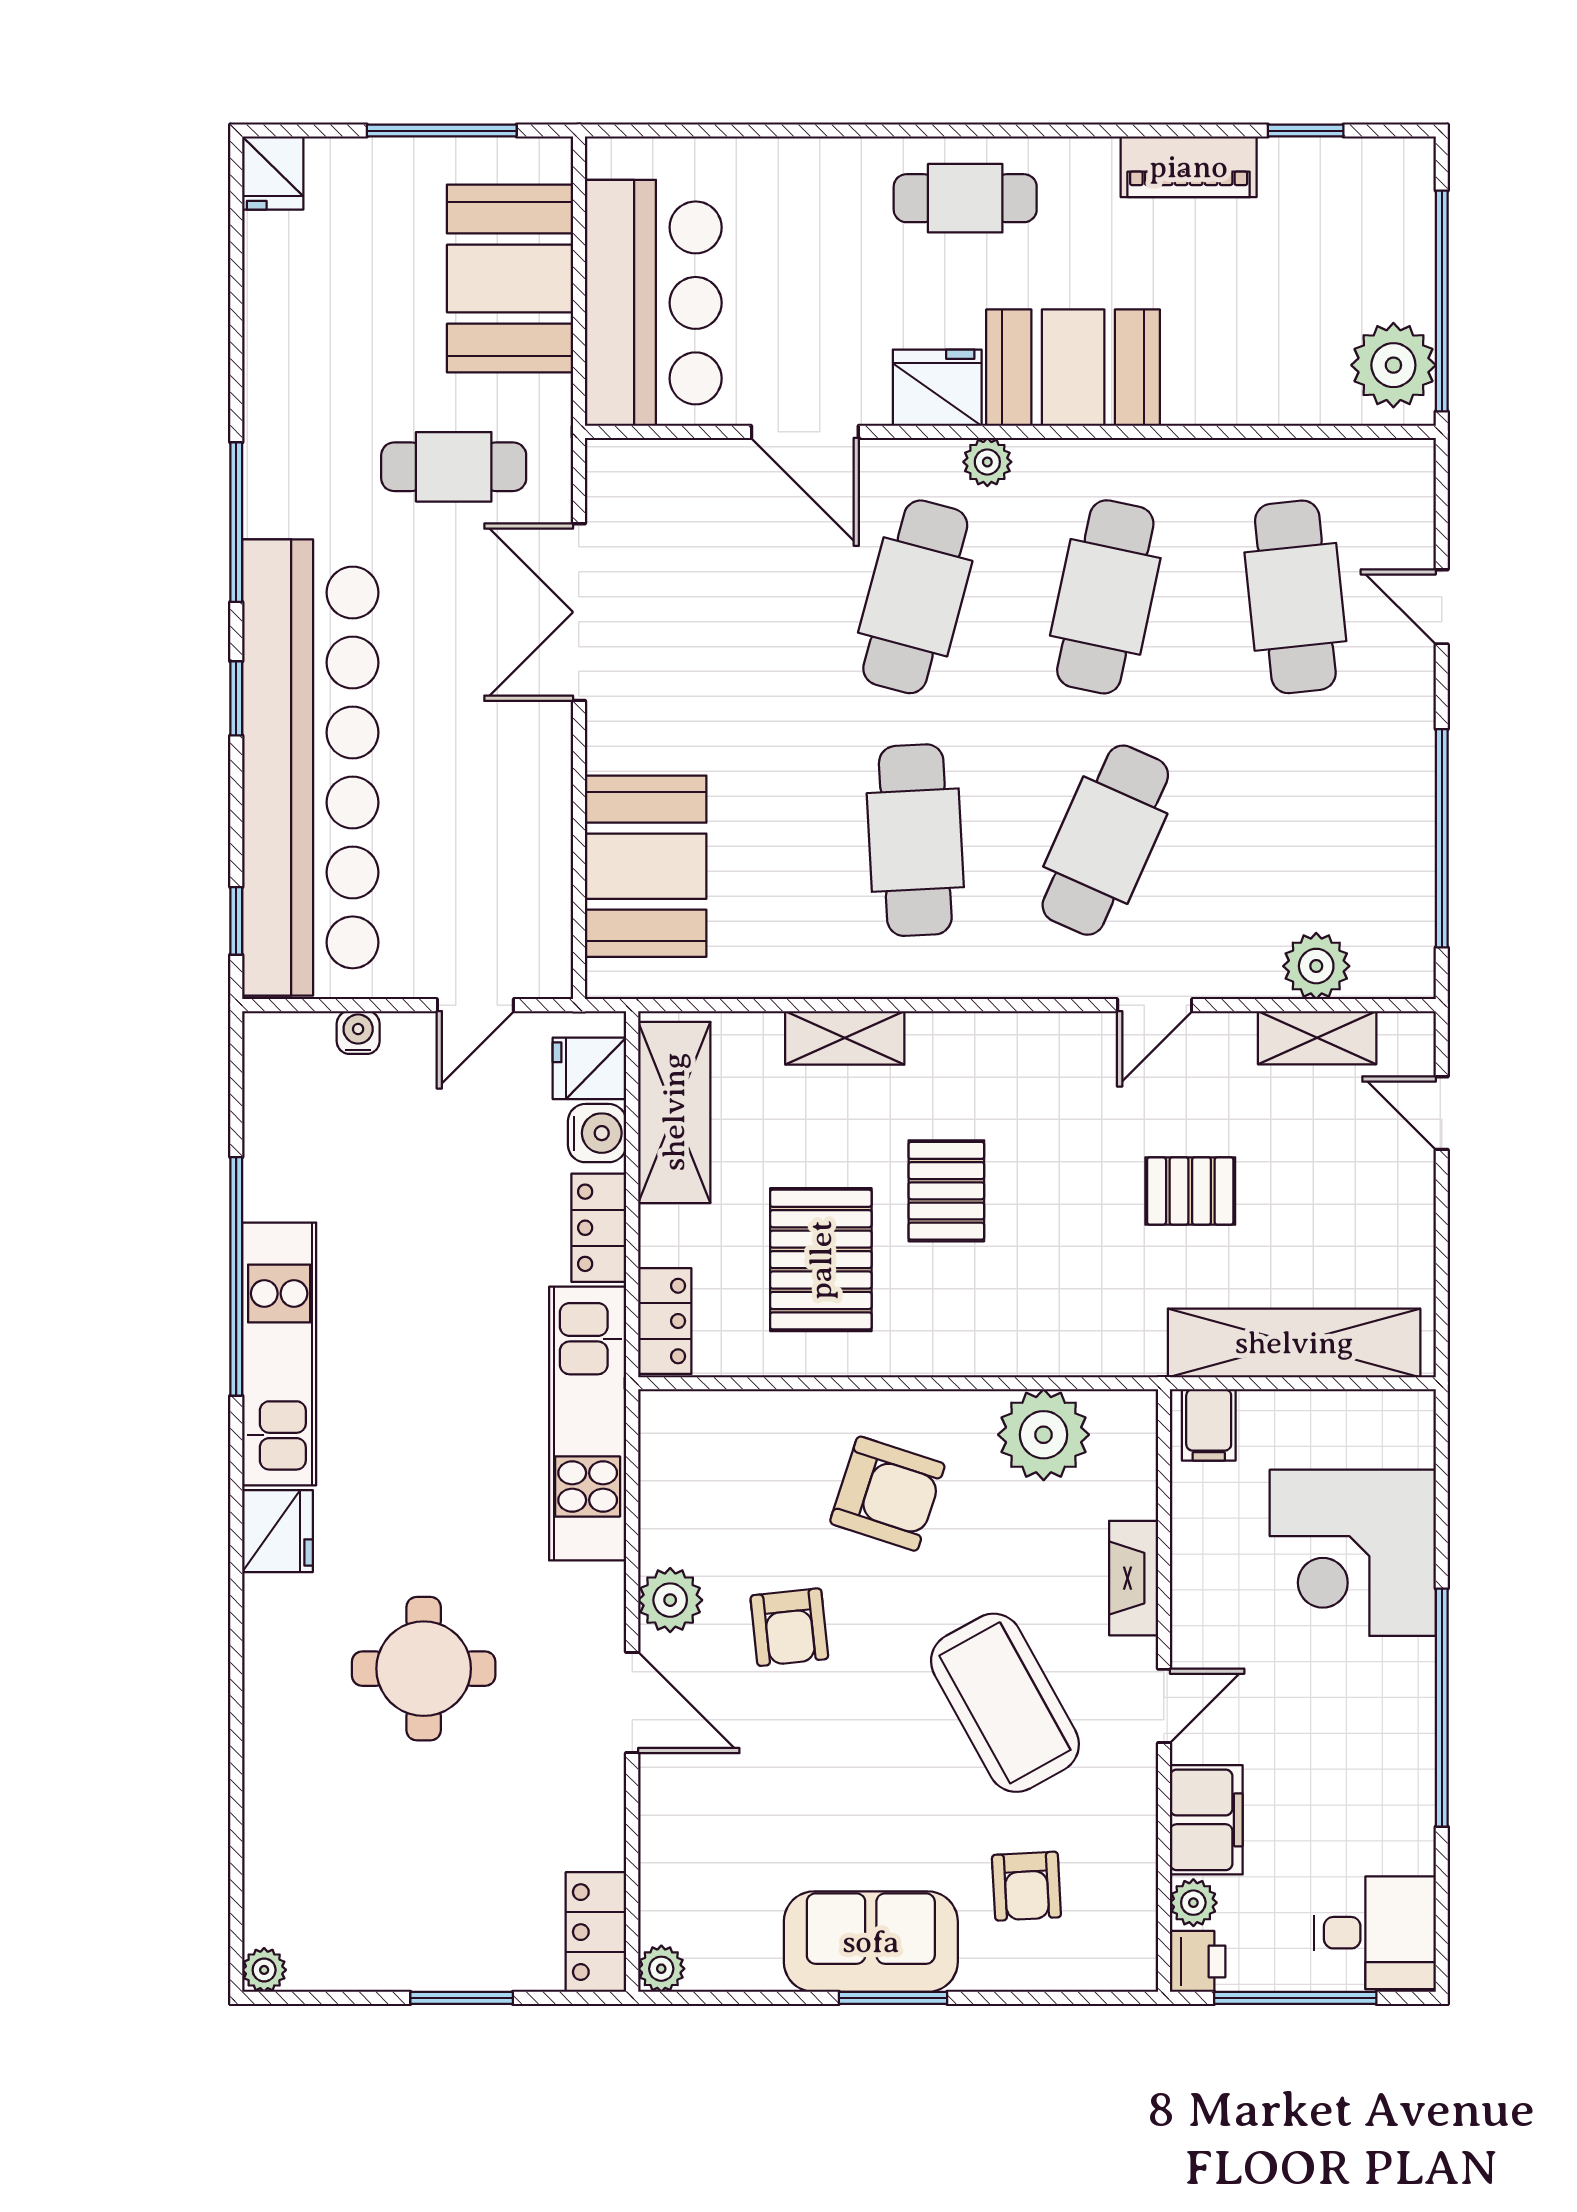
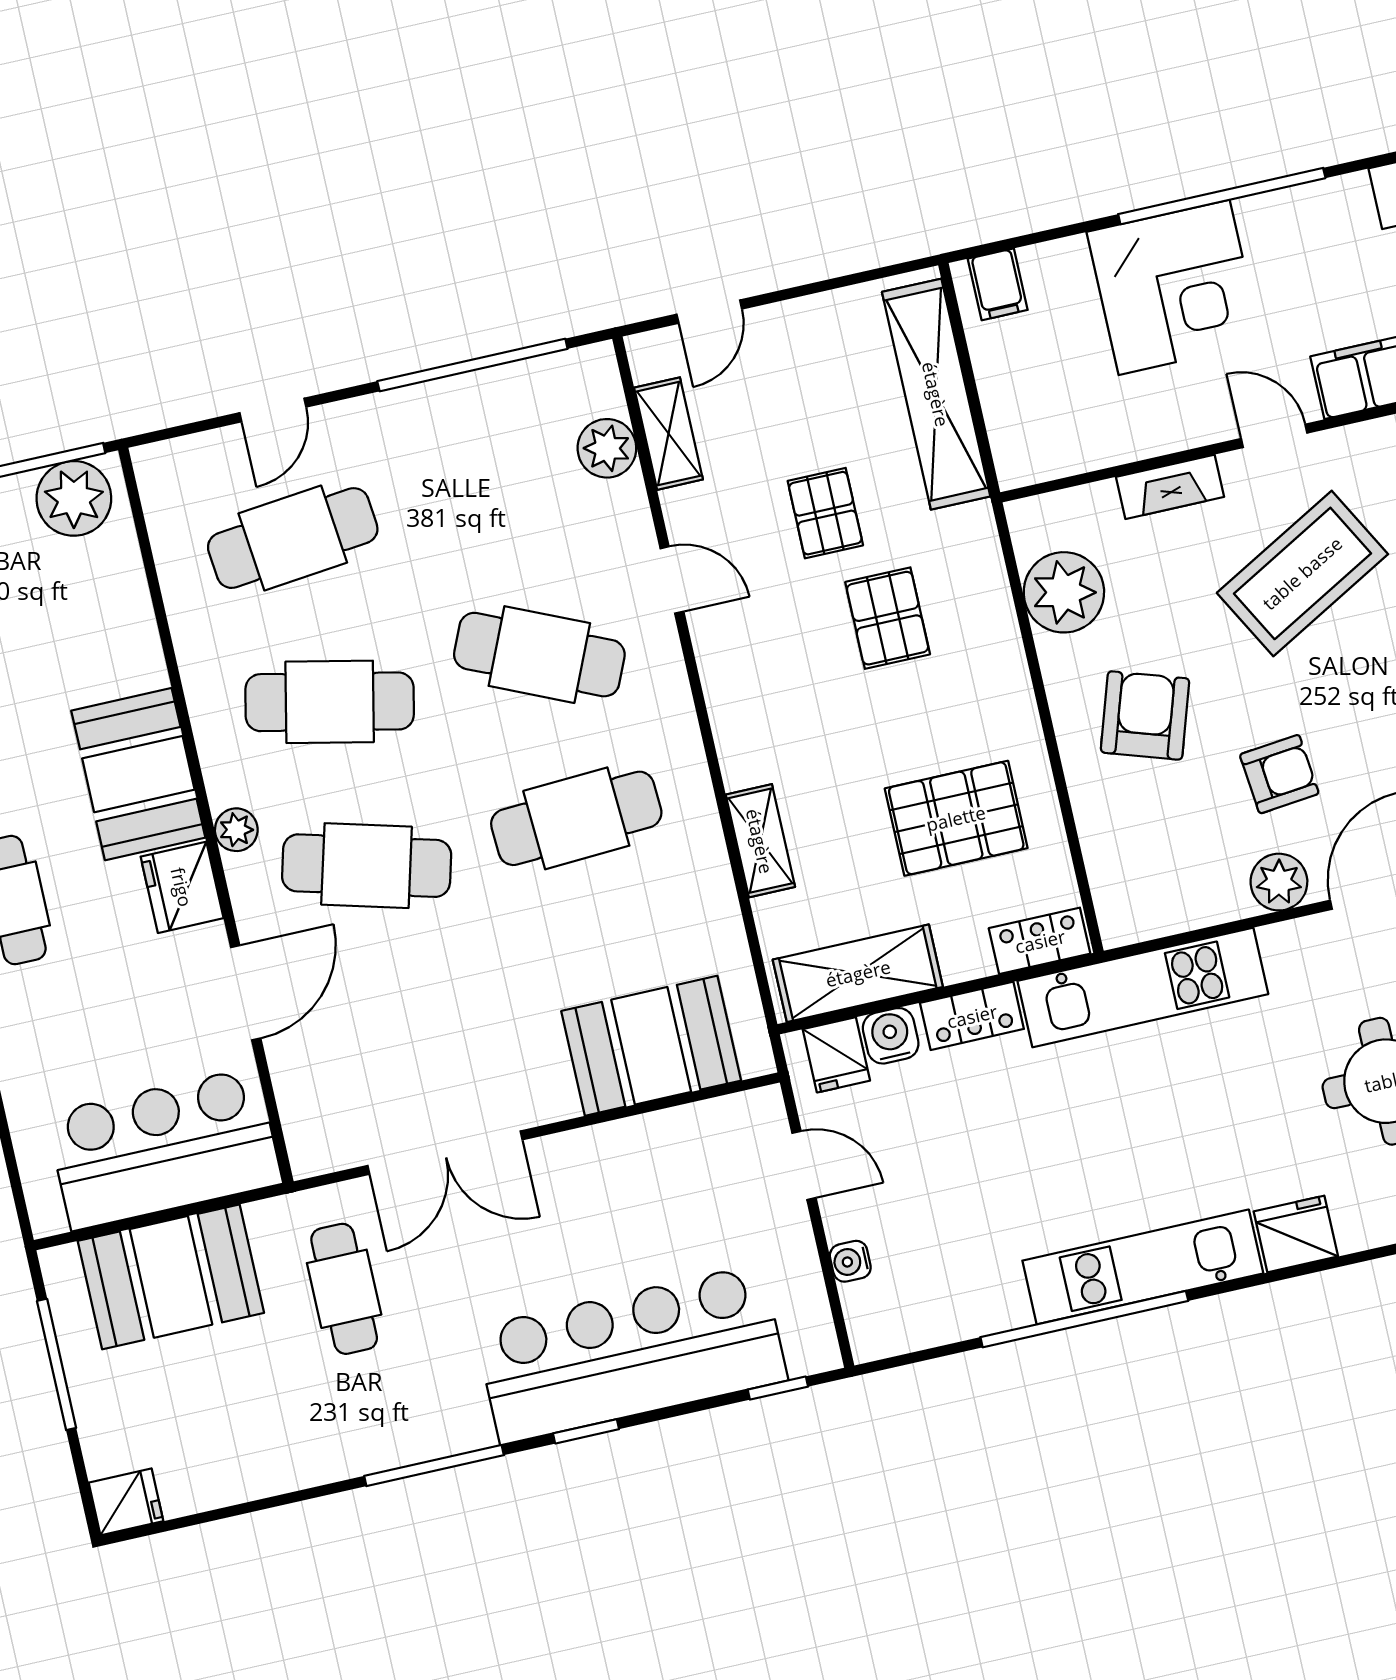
bar counter: (310, 767) -> (631, 1354), width x0.73
pallet: (946, 1191) -> (888, 618), moved, turned 90
filing cabinet: (1209, 1425) -> (998, 284), moved, turned 90
corner desk: (1353, 1553) -> (1174, 287), moved

